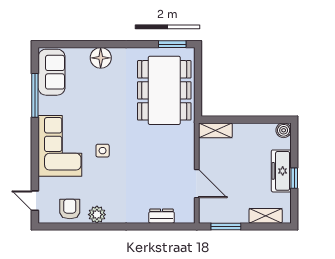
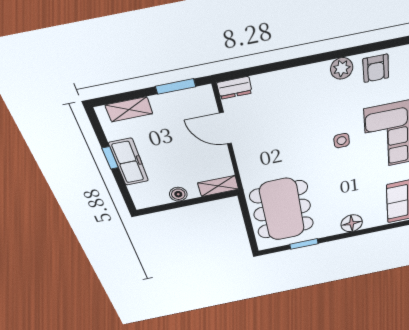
window: (172, 44) -> (304, 244), moved
boiler: (284, 130) -> (178, 194), moved
dresser: (162, 216) -> (235, 88), moved

